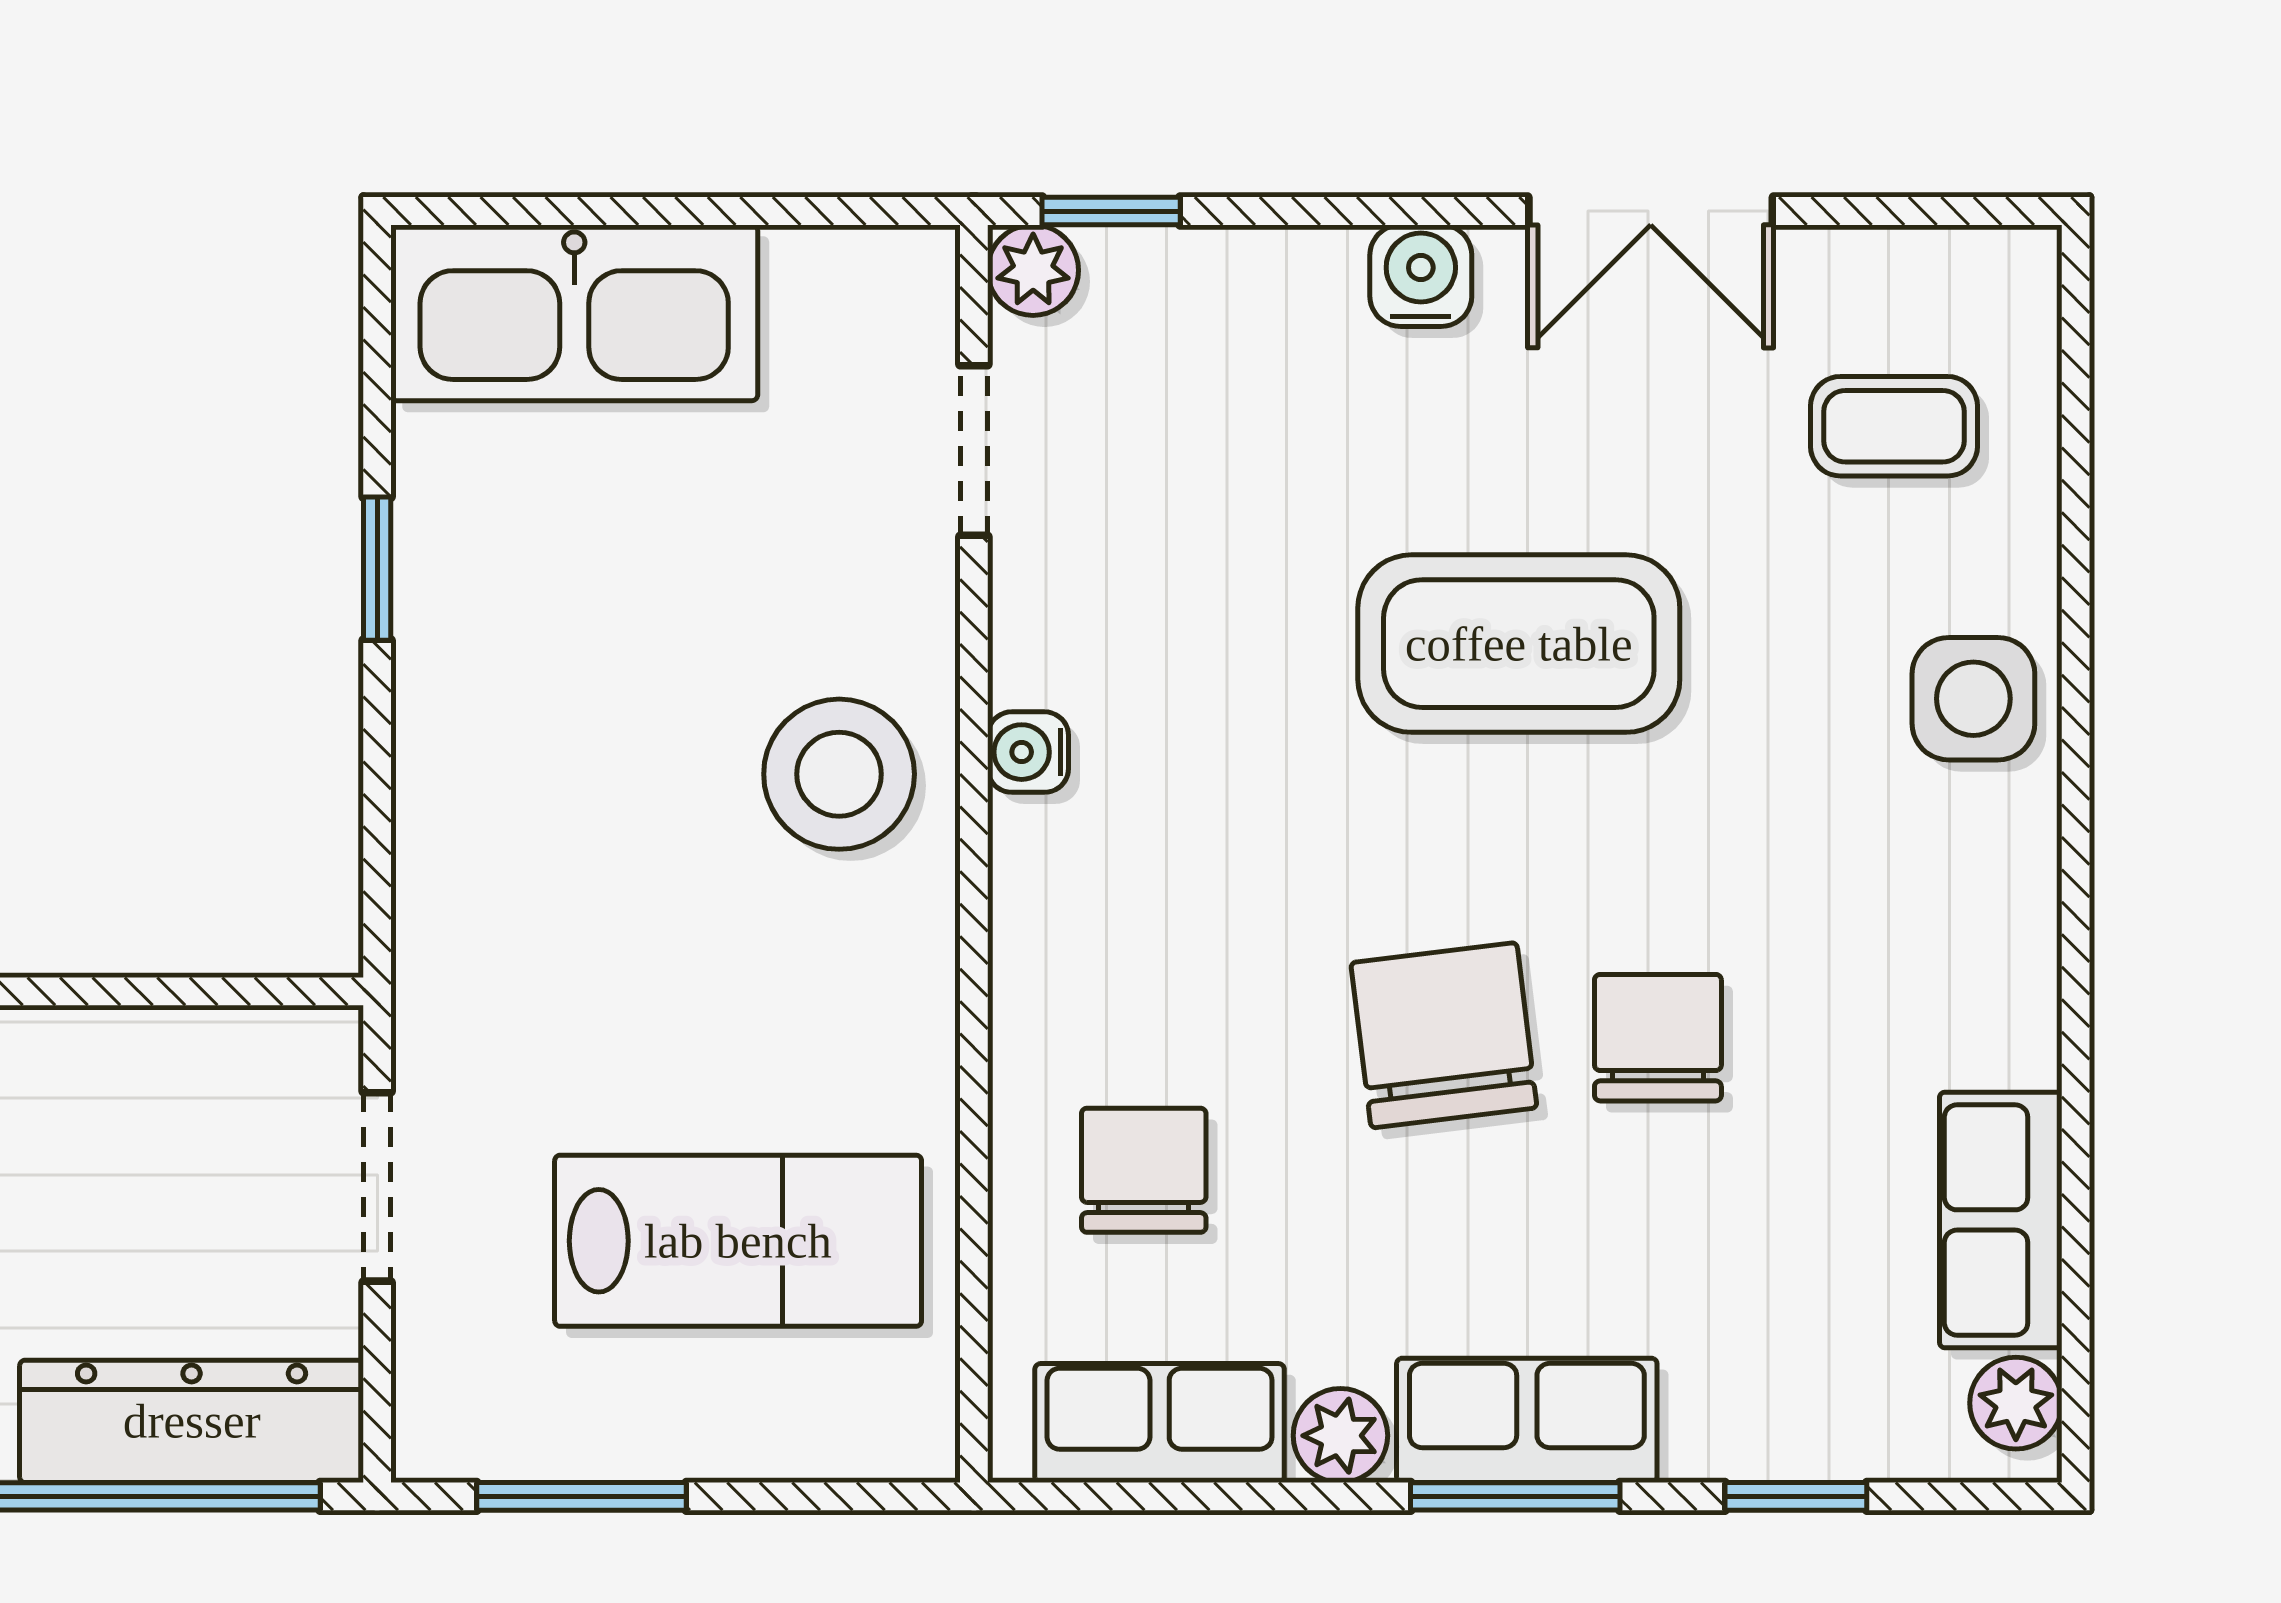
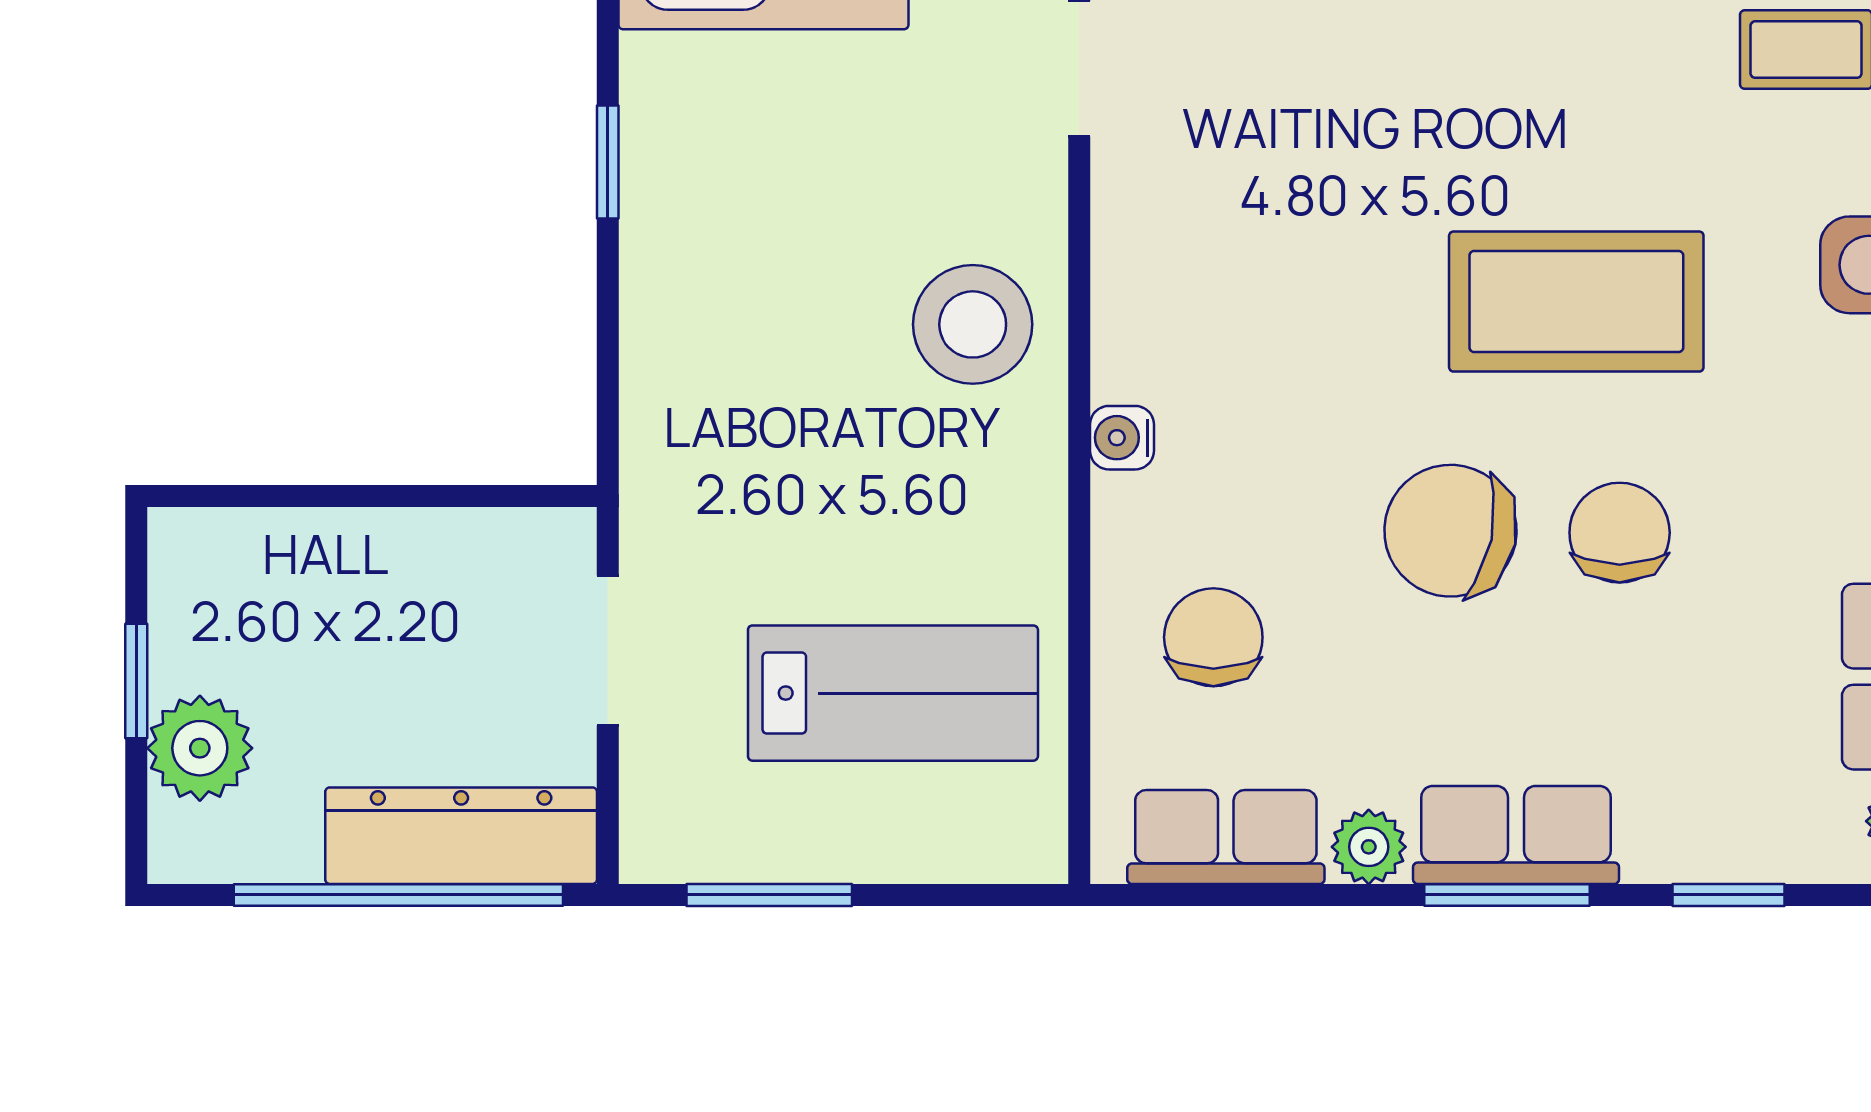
coffee table: (1519, 644) -> (1576, 302), moved
water cooler: (1028, 752) -> (1122, 438), moved
chair: (1444, 1035) -> (1450, 531), turned -71

